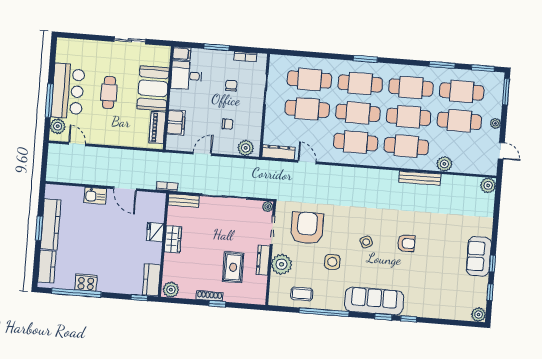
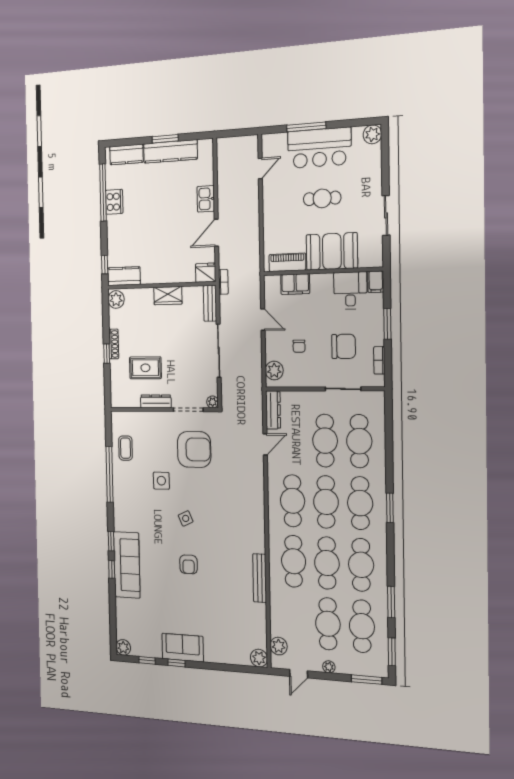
chair: (231, 86) -> (344, 346), width x1.87, depth x1.87
plant: (58, 126) -> (372, 134), moved
plant: (444, 164) -> (279, 646), moved
fridge: (155, 232) -> (206, 273), moved
plant: (281, 264) -> (154, 423), removed
sofa: (374, 301) -> (127, 565), moved

